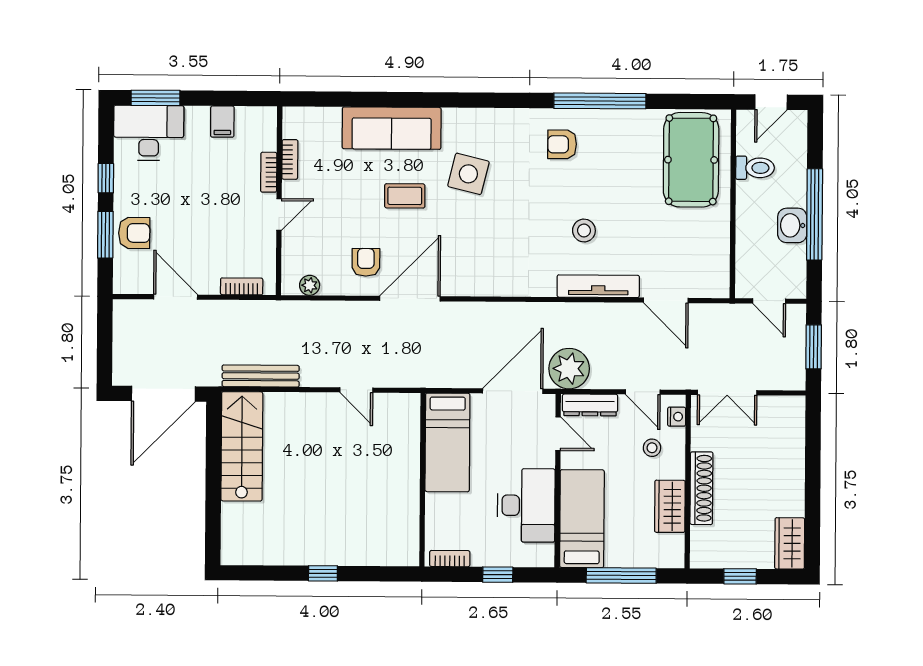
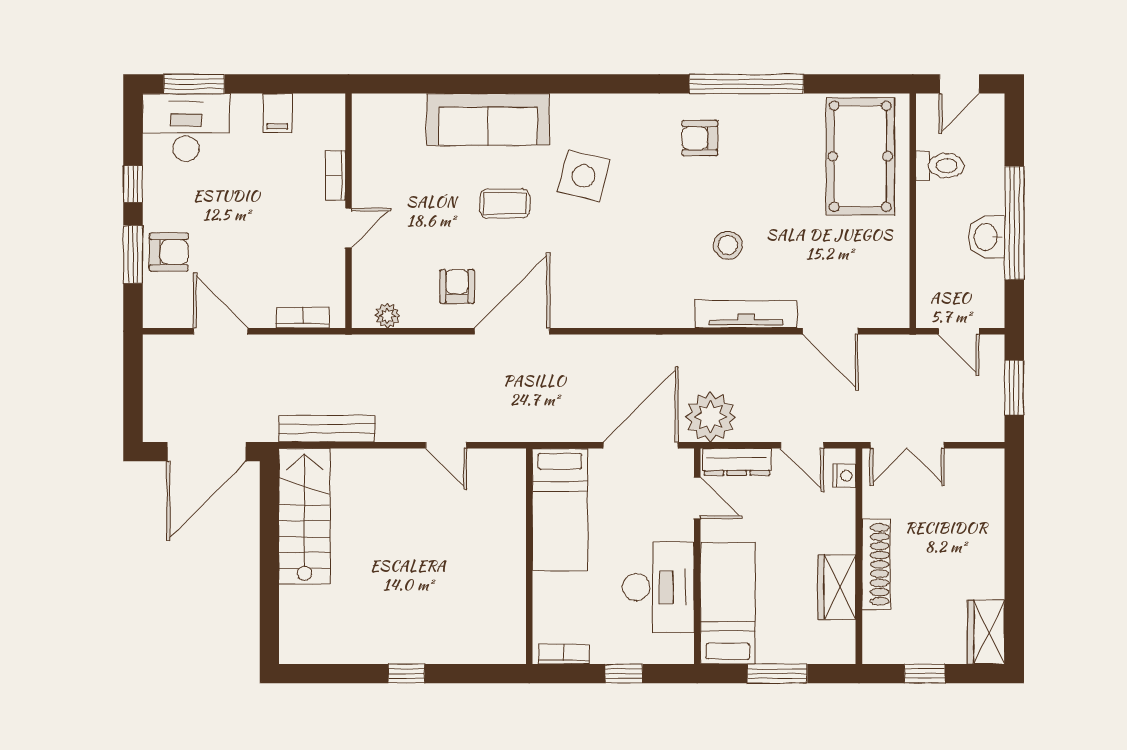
bookcase: (290, 159) -> (362, 159), removed
stool: (652, 448) -> (814, 515), removed
window: (621, 575) -> (777, 674), width x0.69

